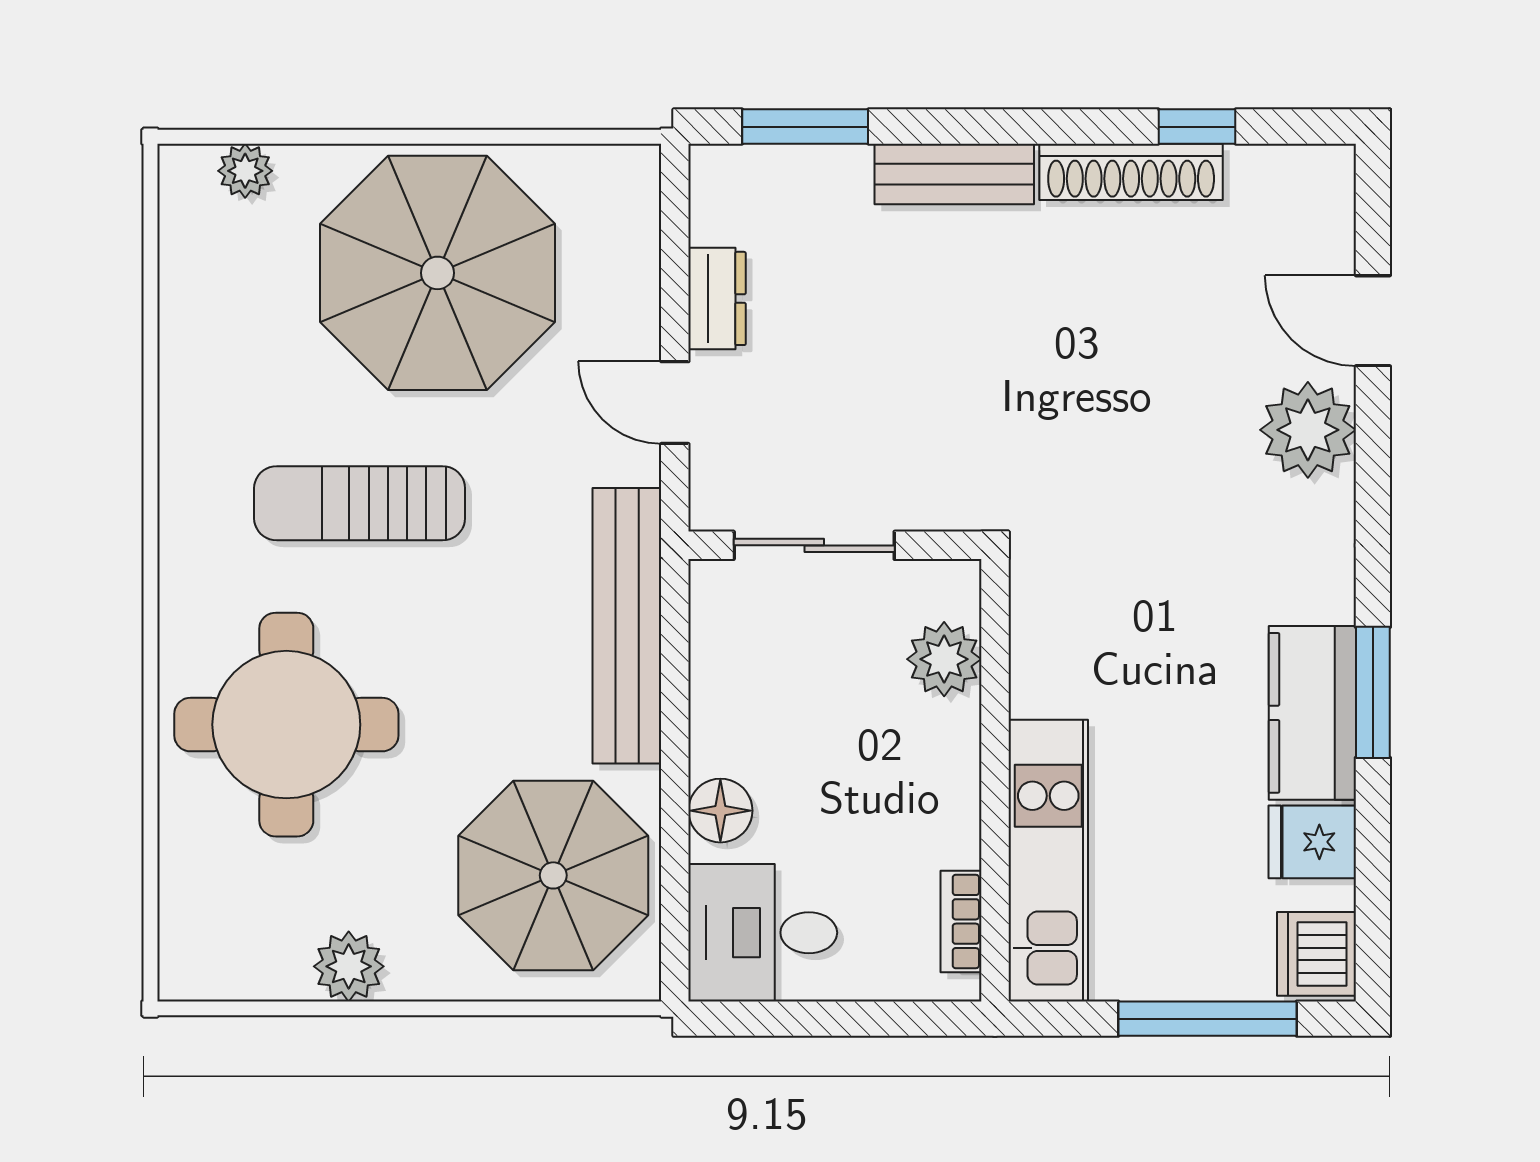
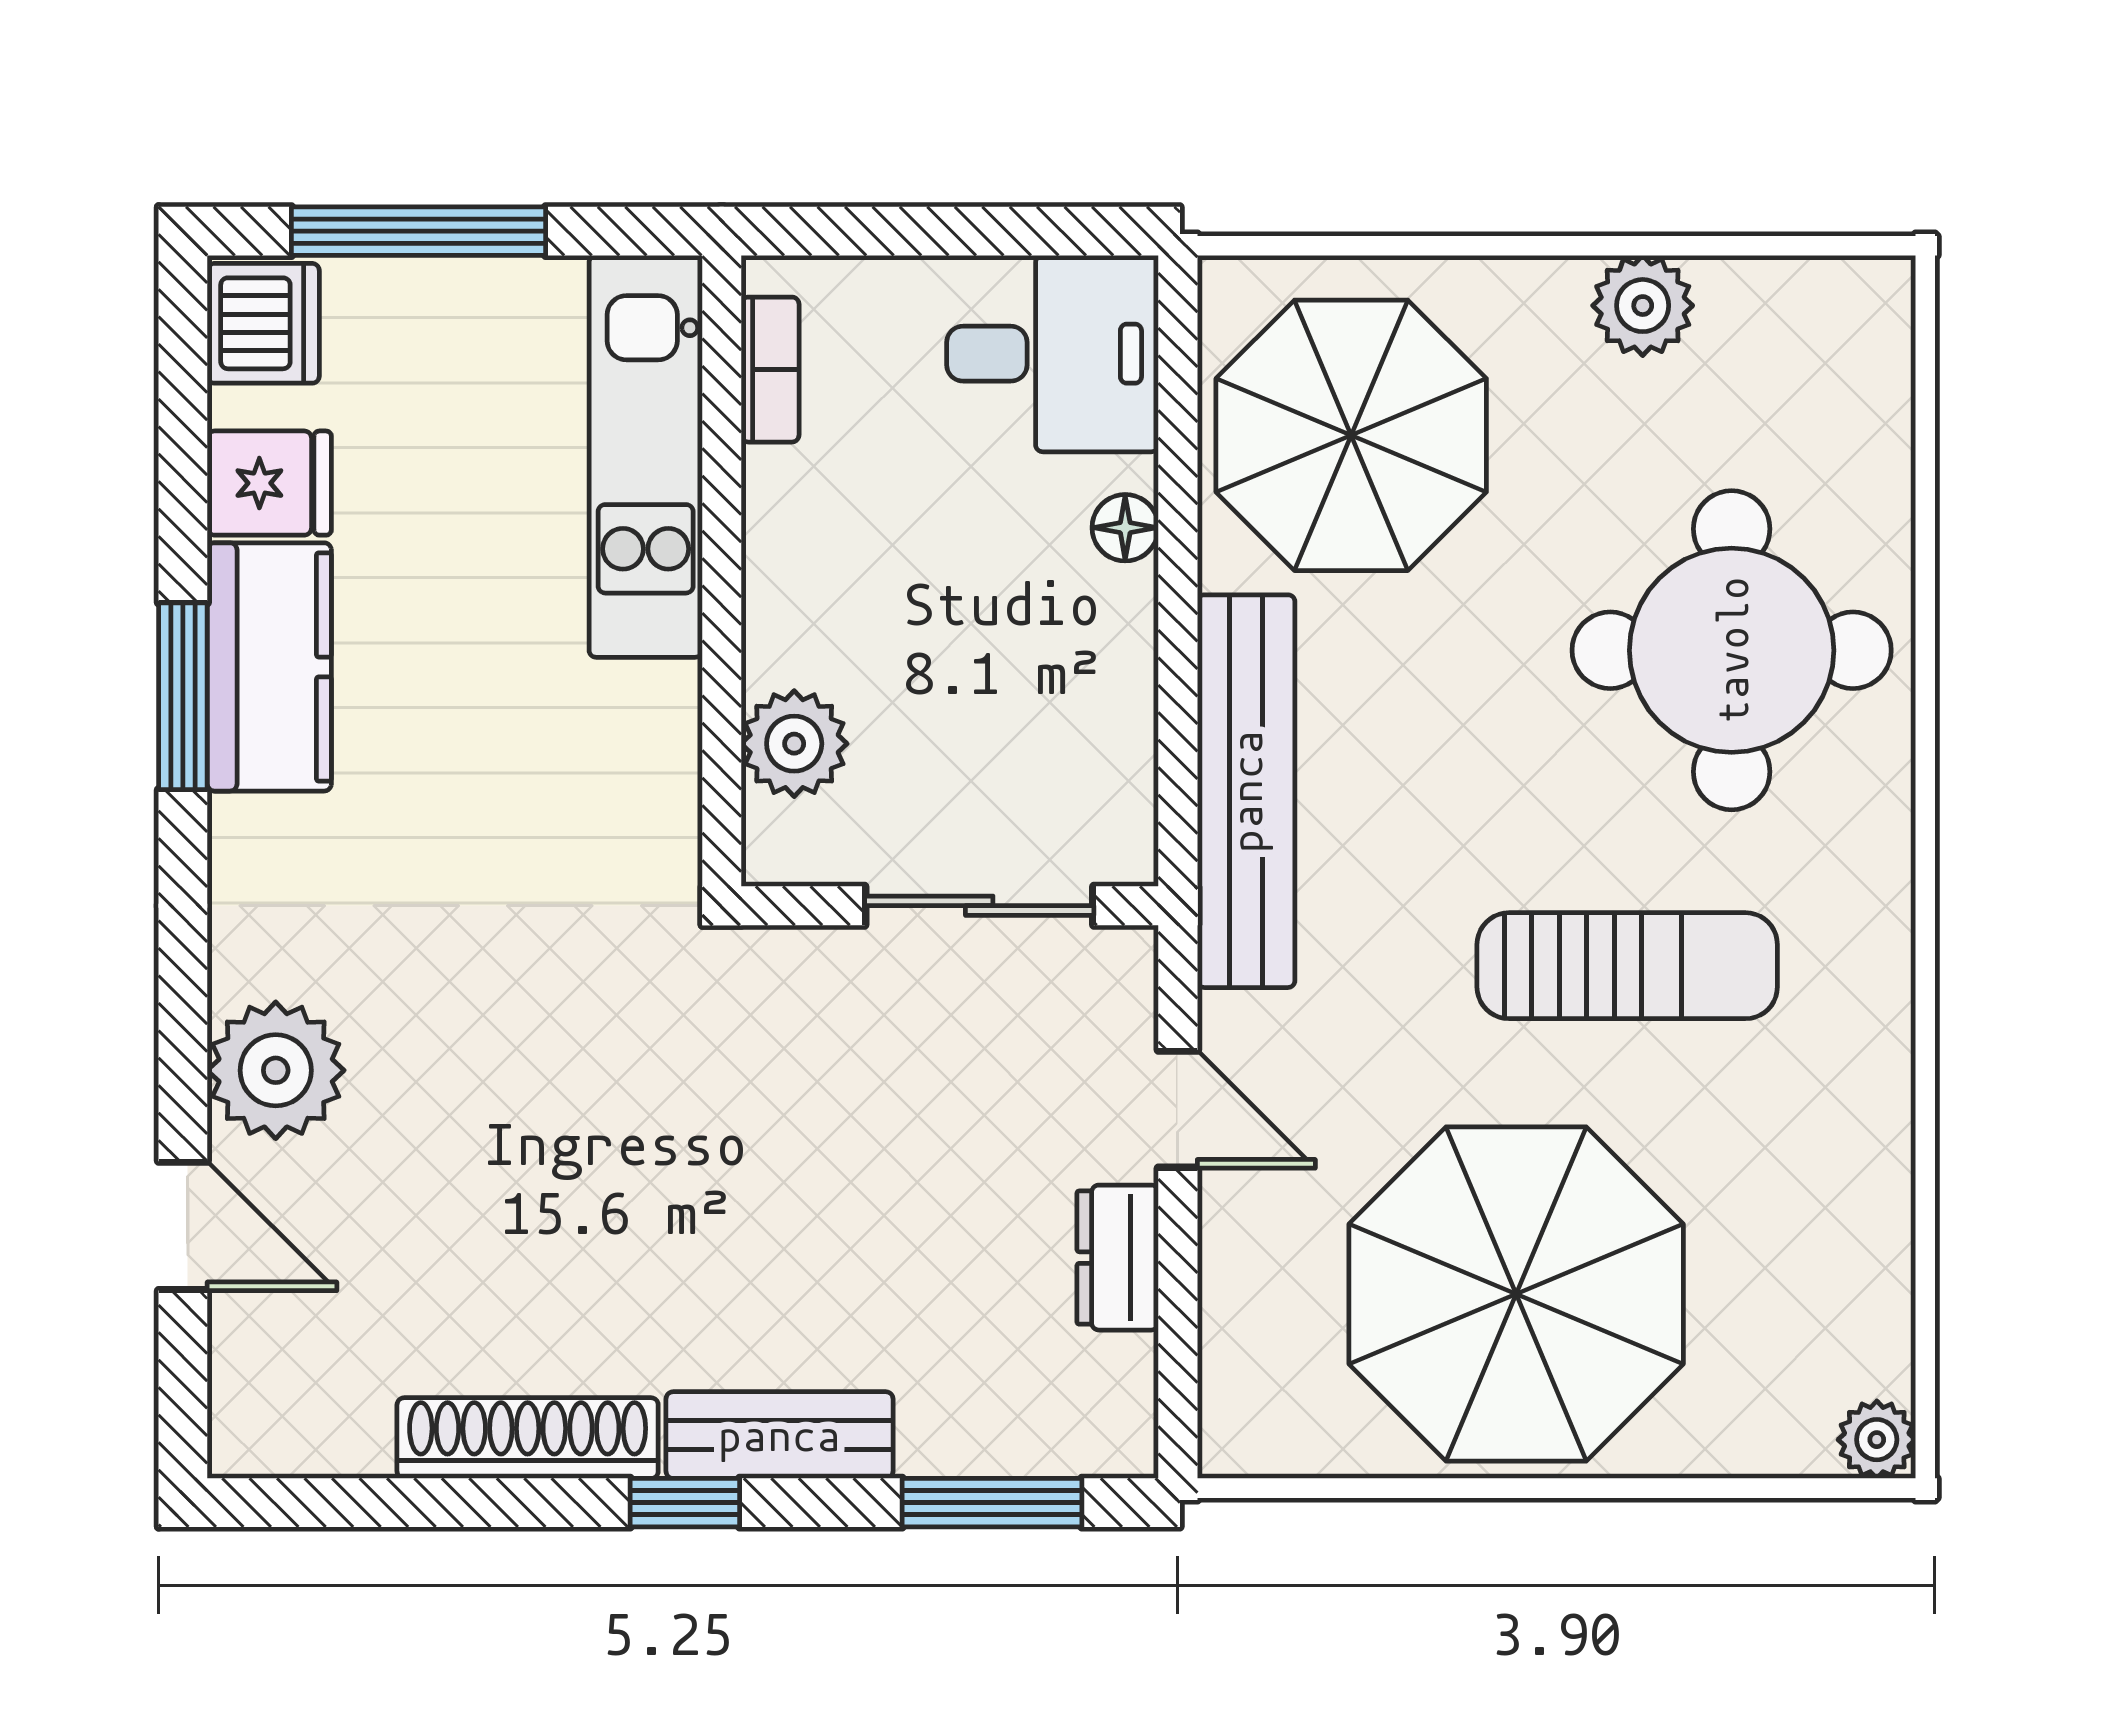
window: (1197, 127) -> (685, 1503), moved
plant: (245, 171) -> (1877, 1440), moved
floor lamp: (720, 811) -> (1125, 528), width x0.73, depth x0.73

